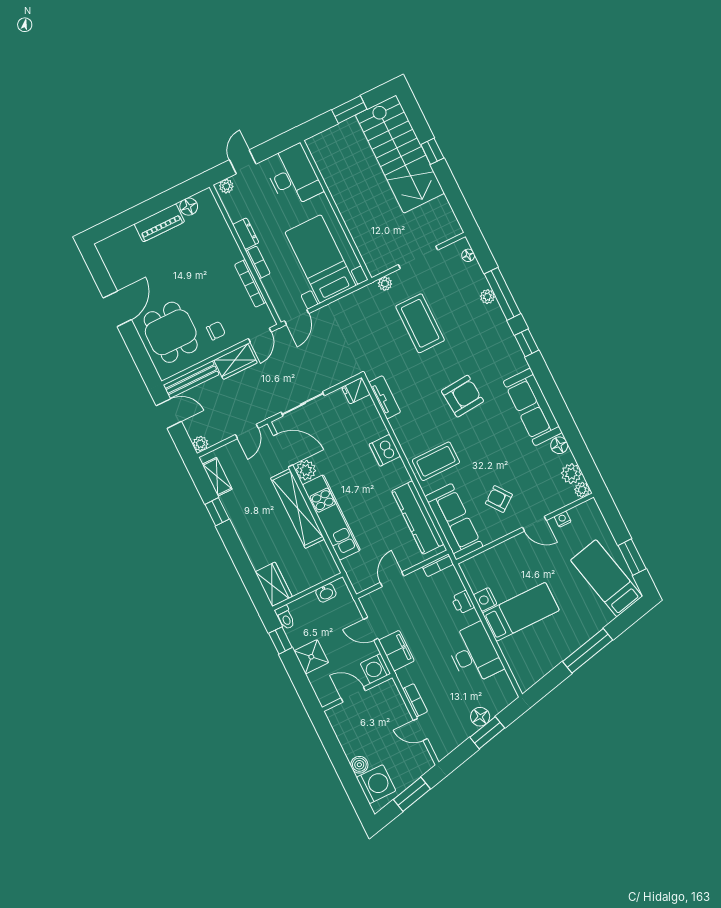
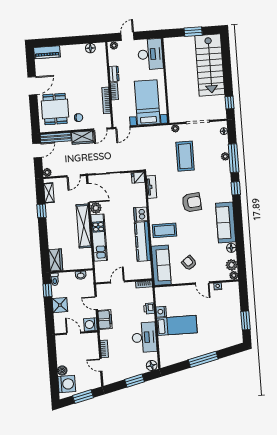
window: (432, 151) -> (229, 103), moved
piano: (159, 223) -> (47, 52), moved
door: (169, 414) -> (37, 150), hinge flipped
kitchen counter: (418, 518) -> (142, 241), moved
bed: (606, 578) -> (228, 326), removed
floor lamp: (480, 717) -> (152, 366), moved

